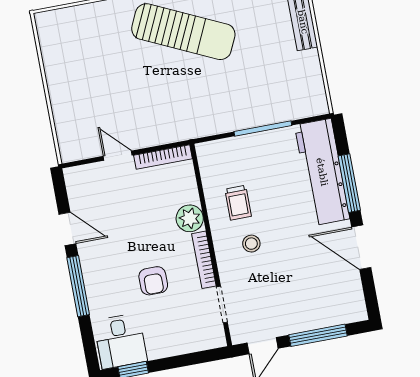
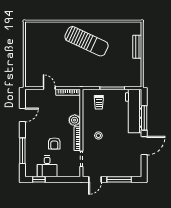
trolley: (238, 203) -> (99, 102), moved
door: (67, 229) -> (22, 115), hinge flipped
door: (361, 247) -> (144, 146), swing flipped
window: (78, 286) -> (22, 151), moved
desk: (120, 341) -> (47, 166), moved

